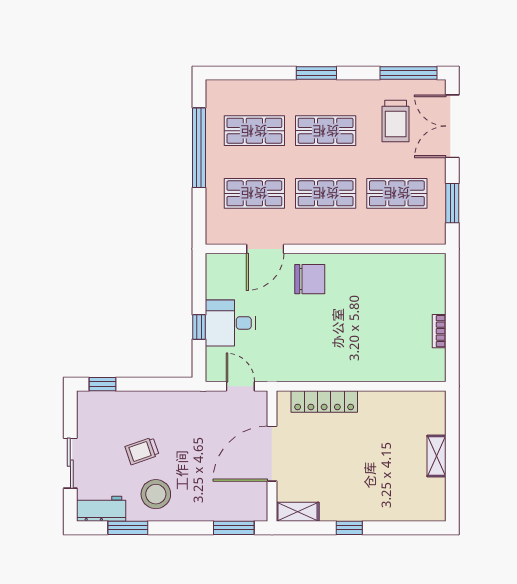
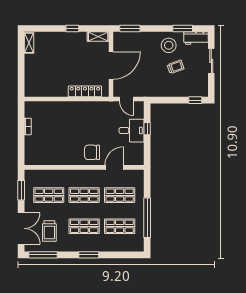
trolley: (396, 121) -> (49, 231), turned 180
shelving: (436, 456) -> (29, 43), moved

